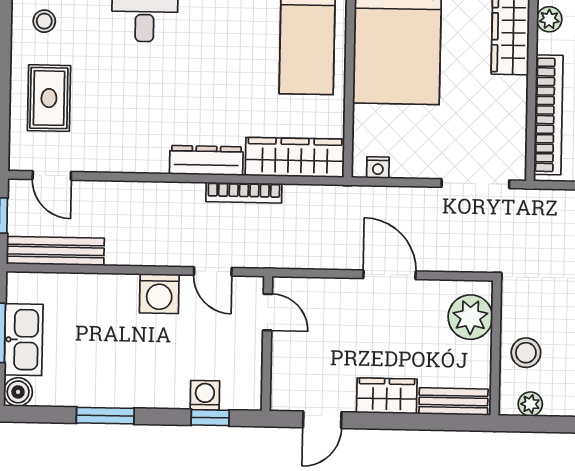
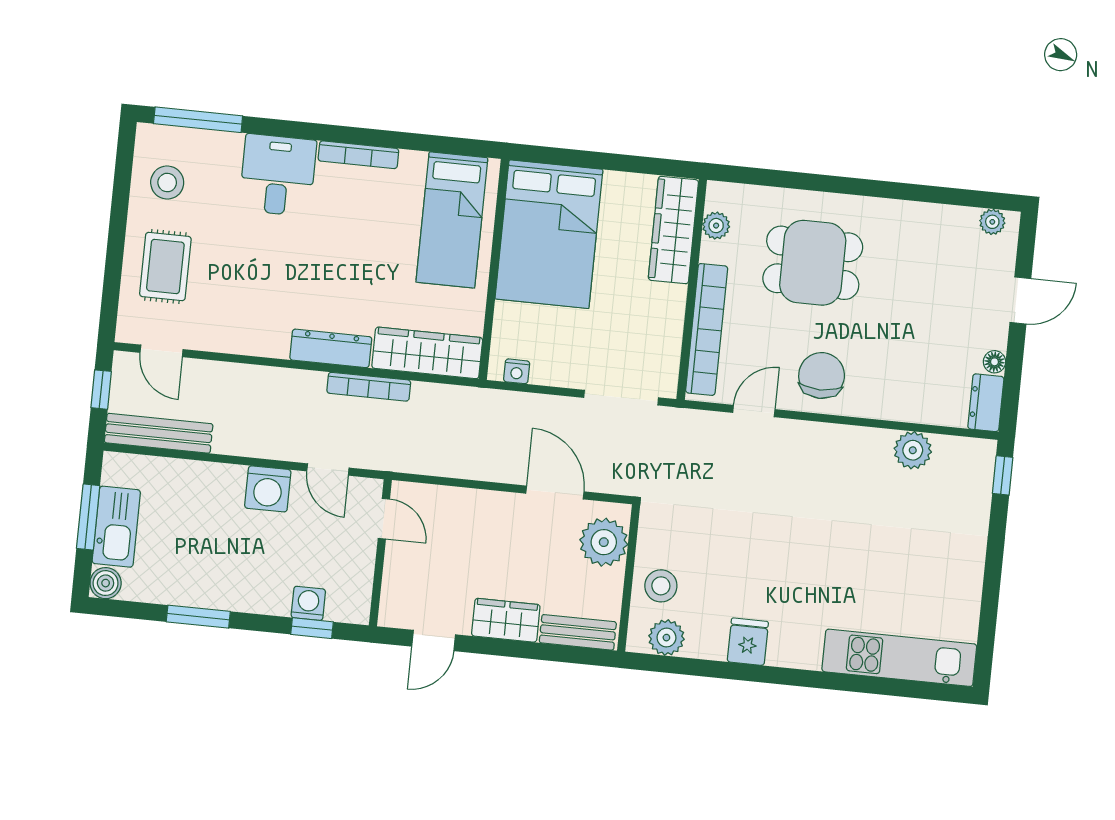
stool: (44, 21) -> (167, 183), width x1.37, depth x1.37
door: (390, 275) -> (555, 493), moved
plant: (530, 404) -> (666, 638), width x1.38, depth x1.38

